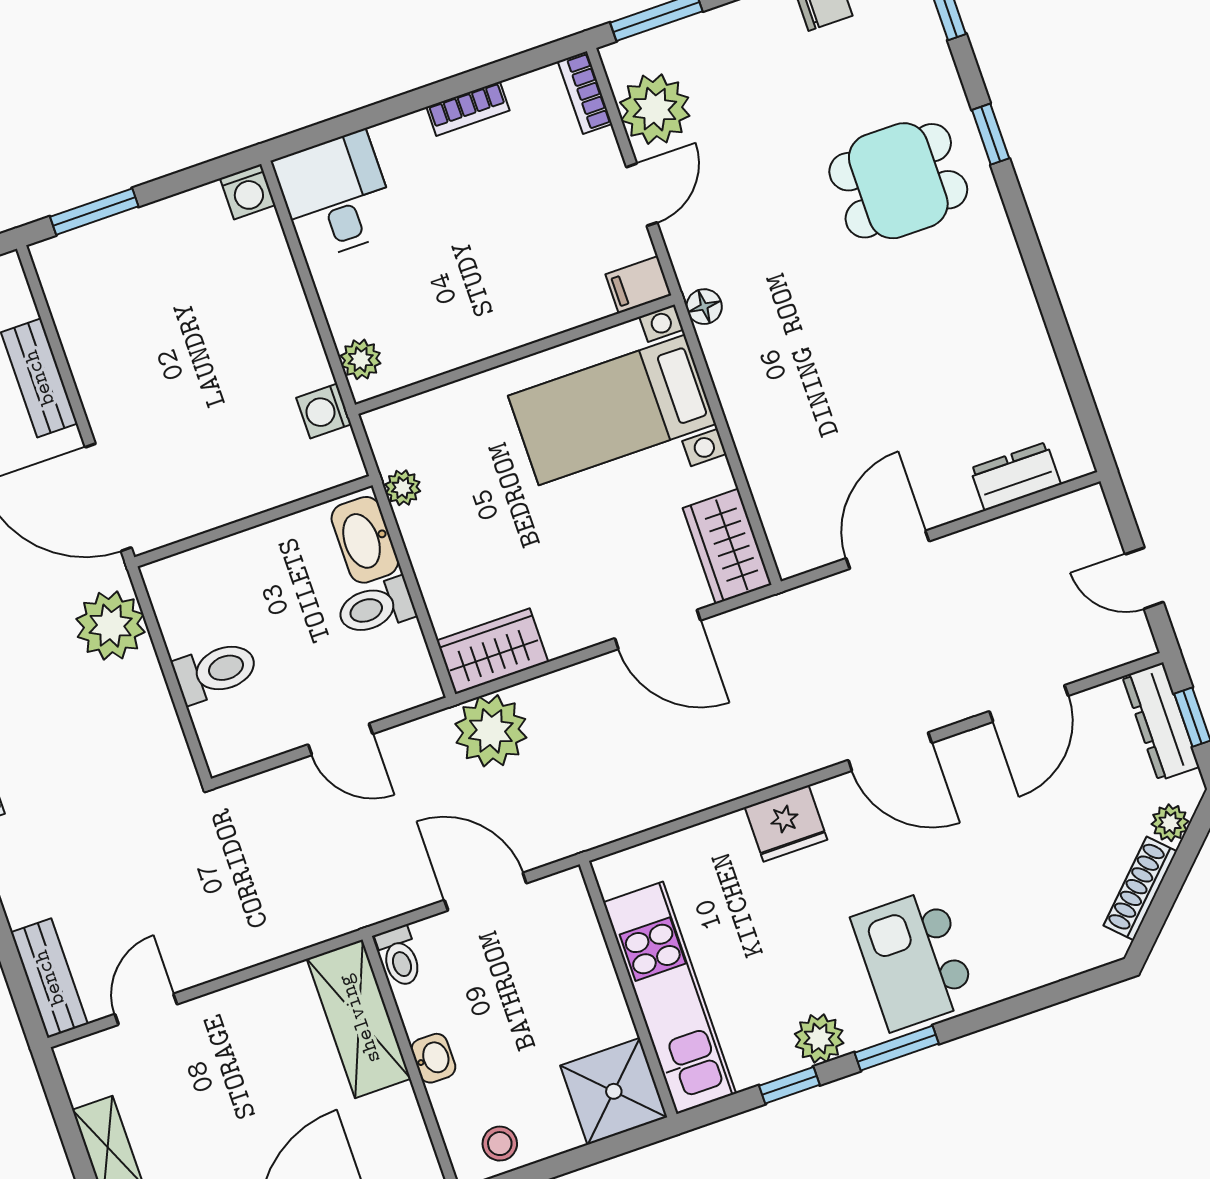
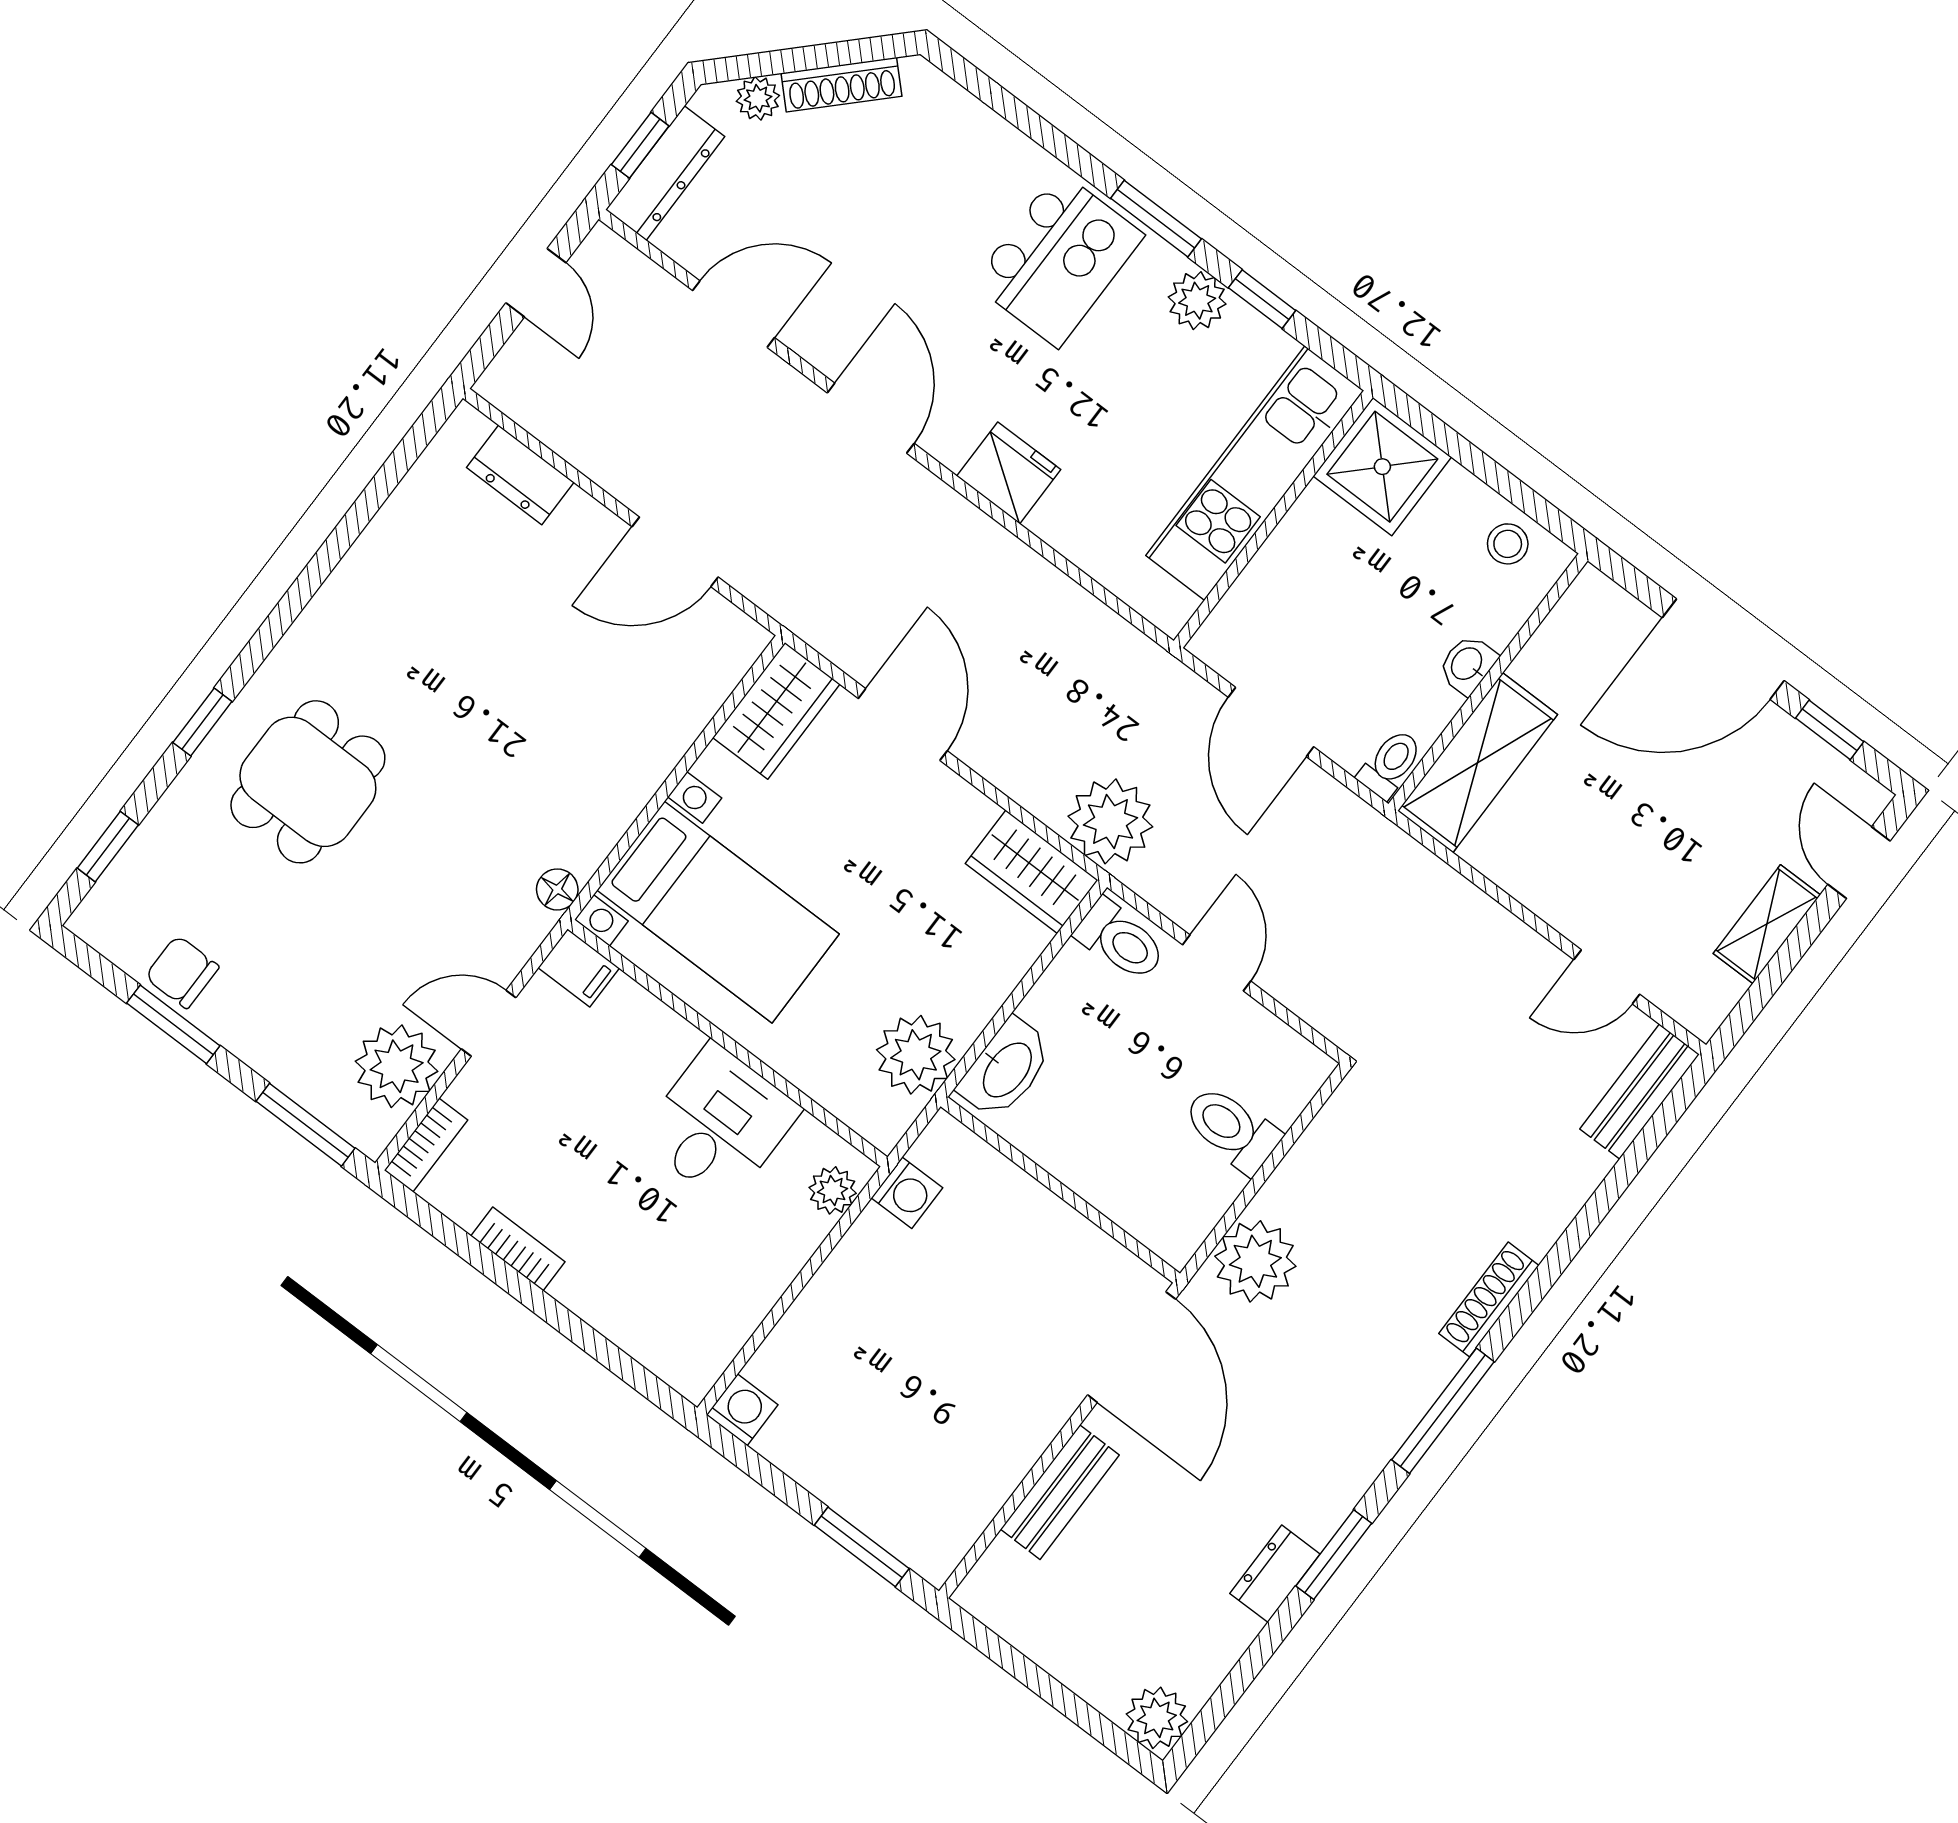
dining table: (898, 181) -> (308, 782), turned 90
desk: (336, 196) -> (719, 1124), moved, turned 180
plant: (403, 488) -> (916, 1055), width x1.88, depth x1.88
toilet: (376, 607) -> (1121, 940), moved

